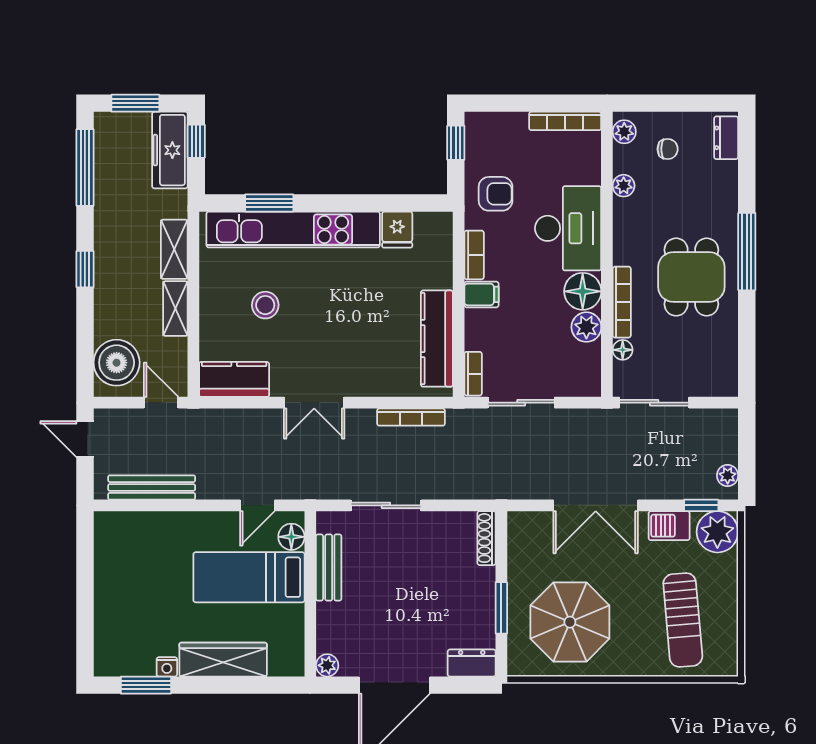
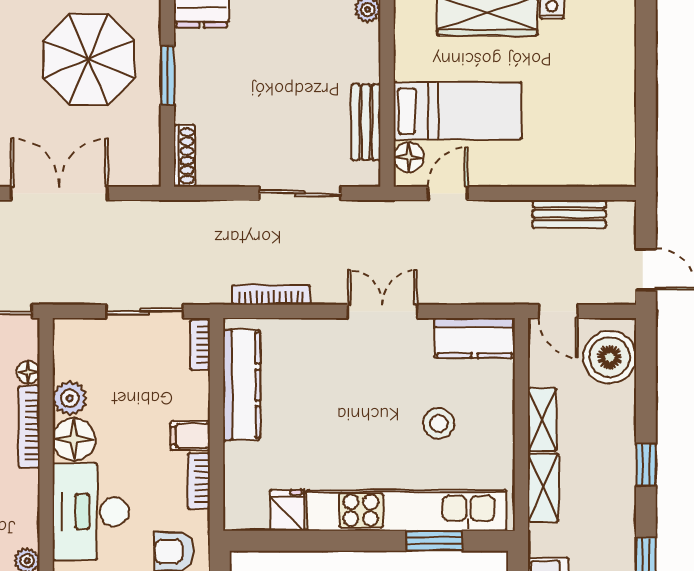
bench: (152, 487) -> (569, 214), width x0.73

